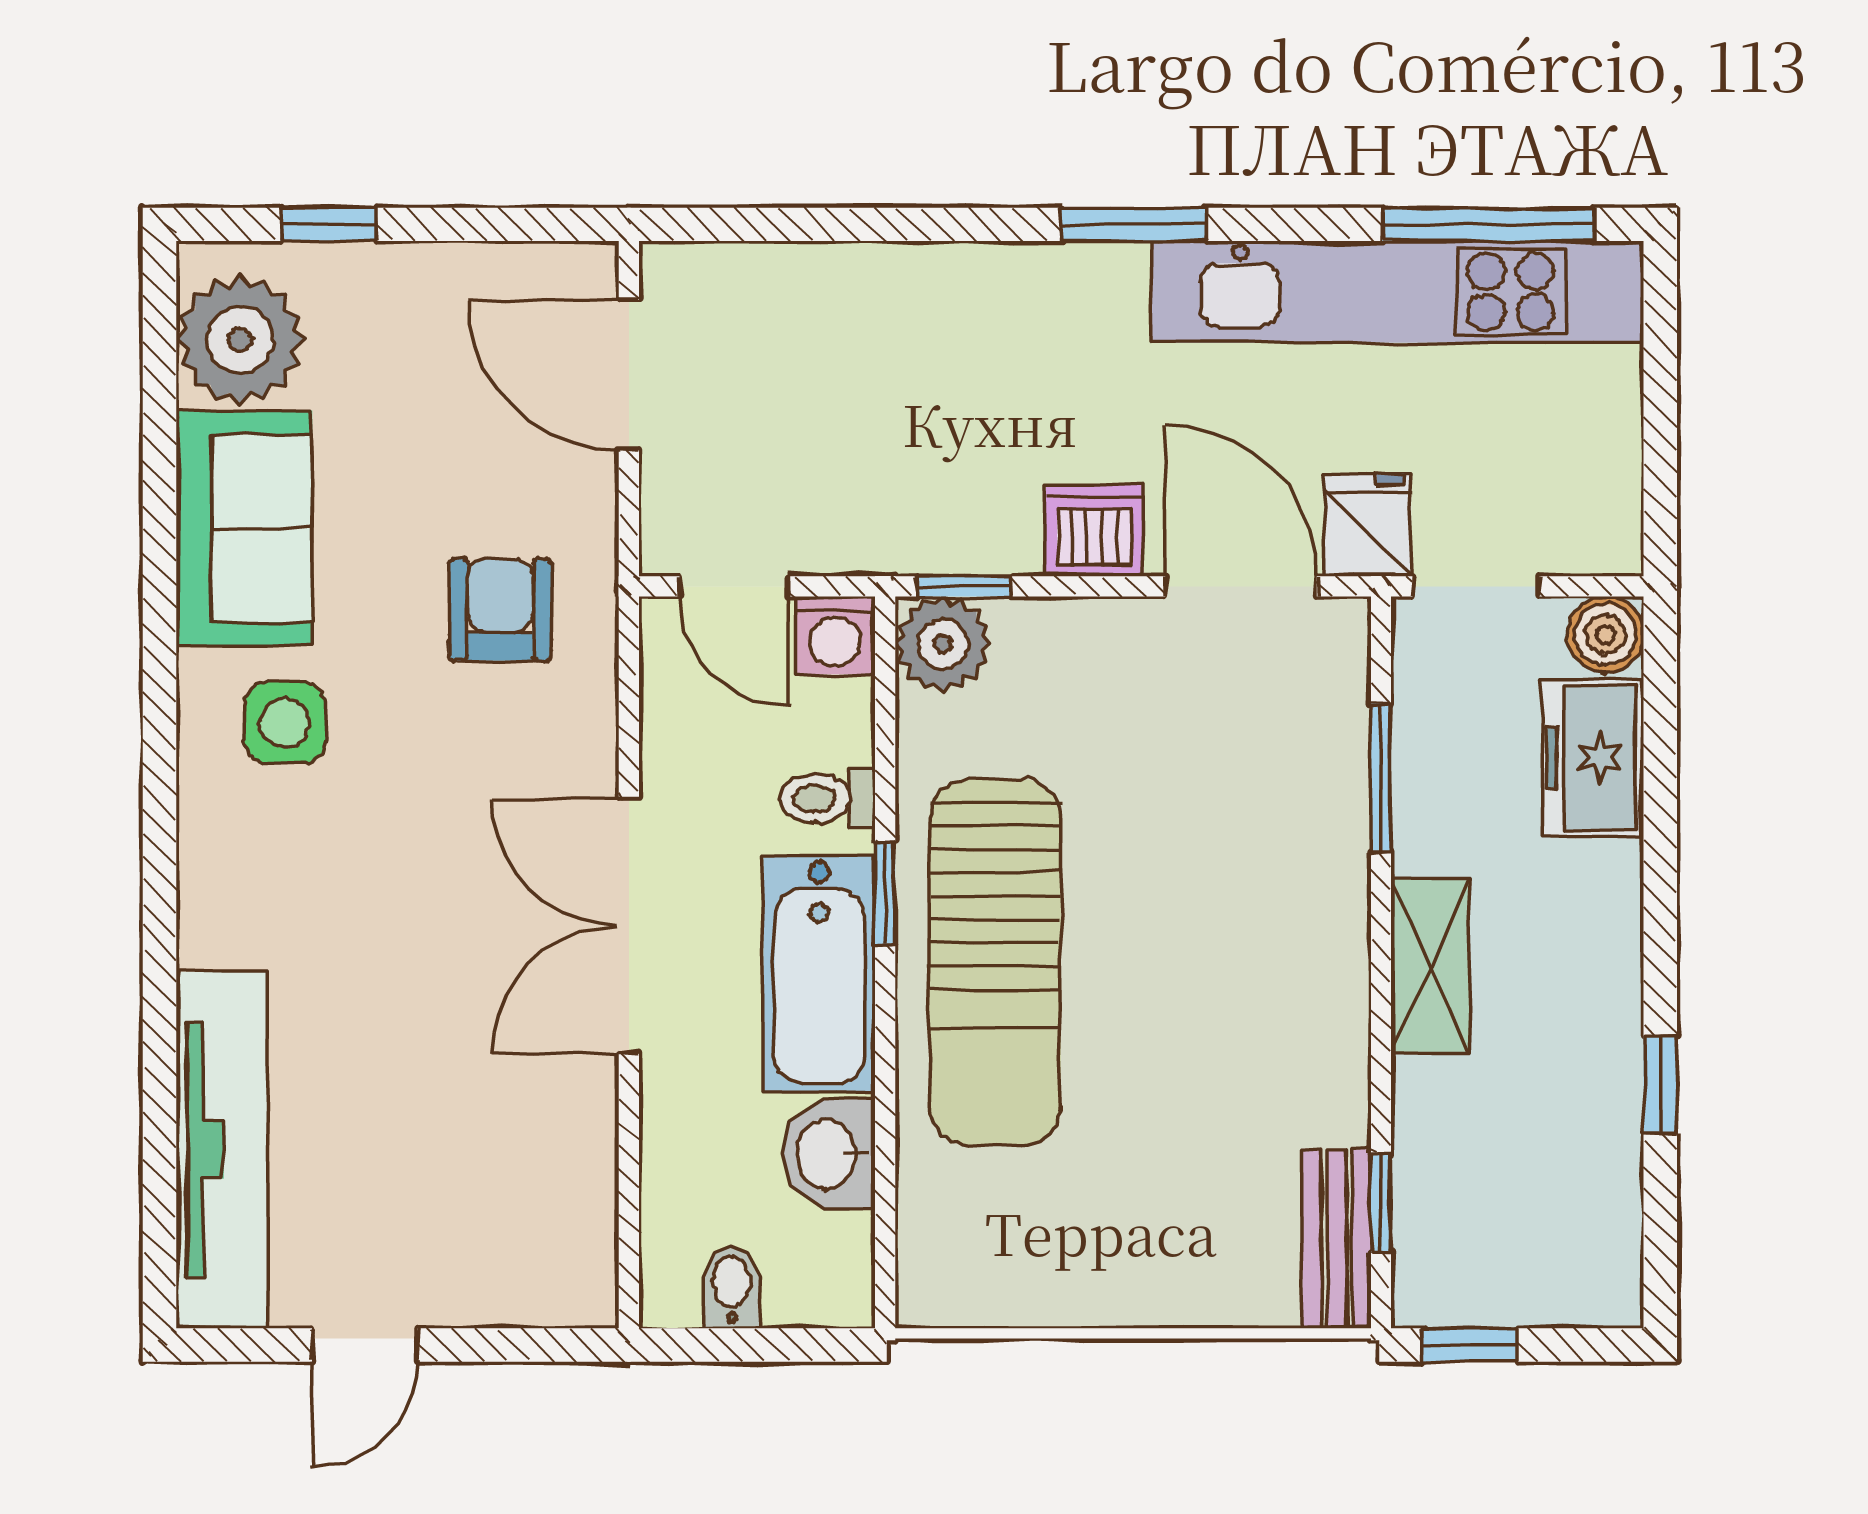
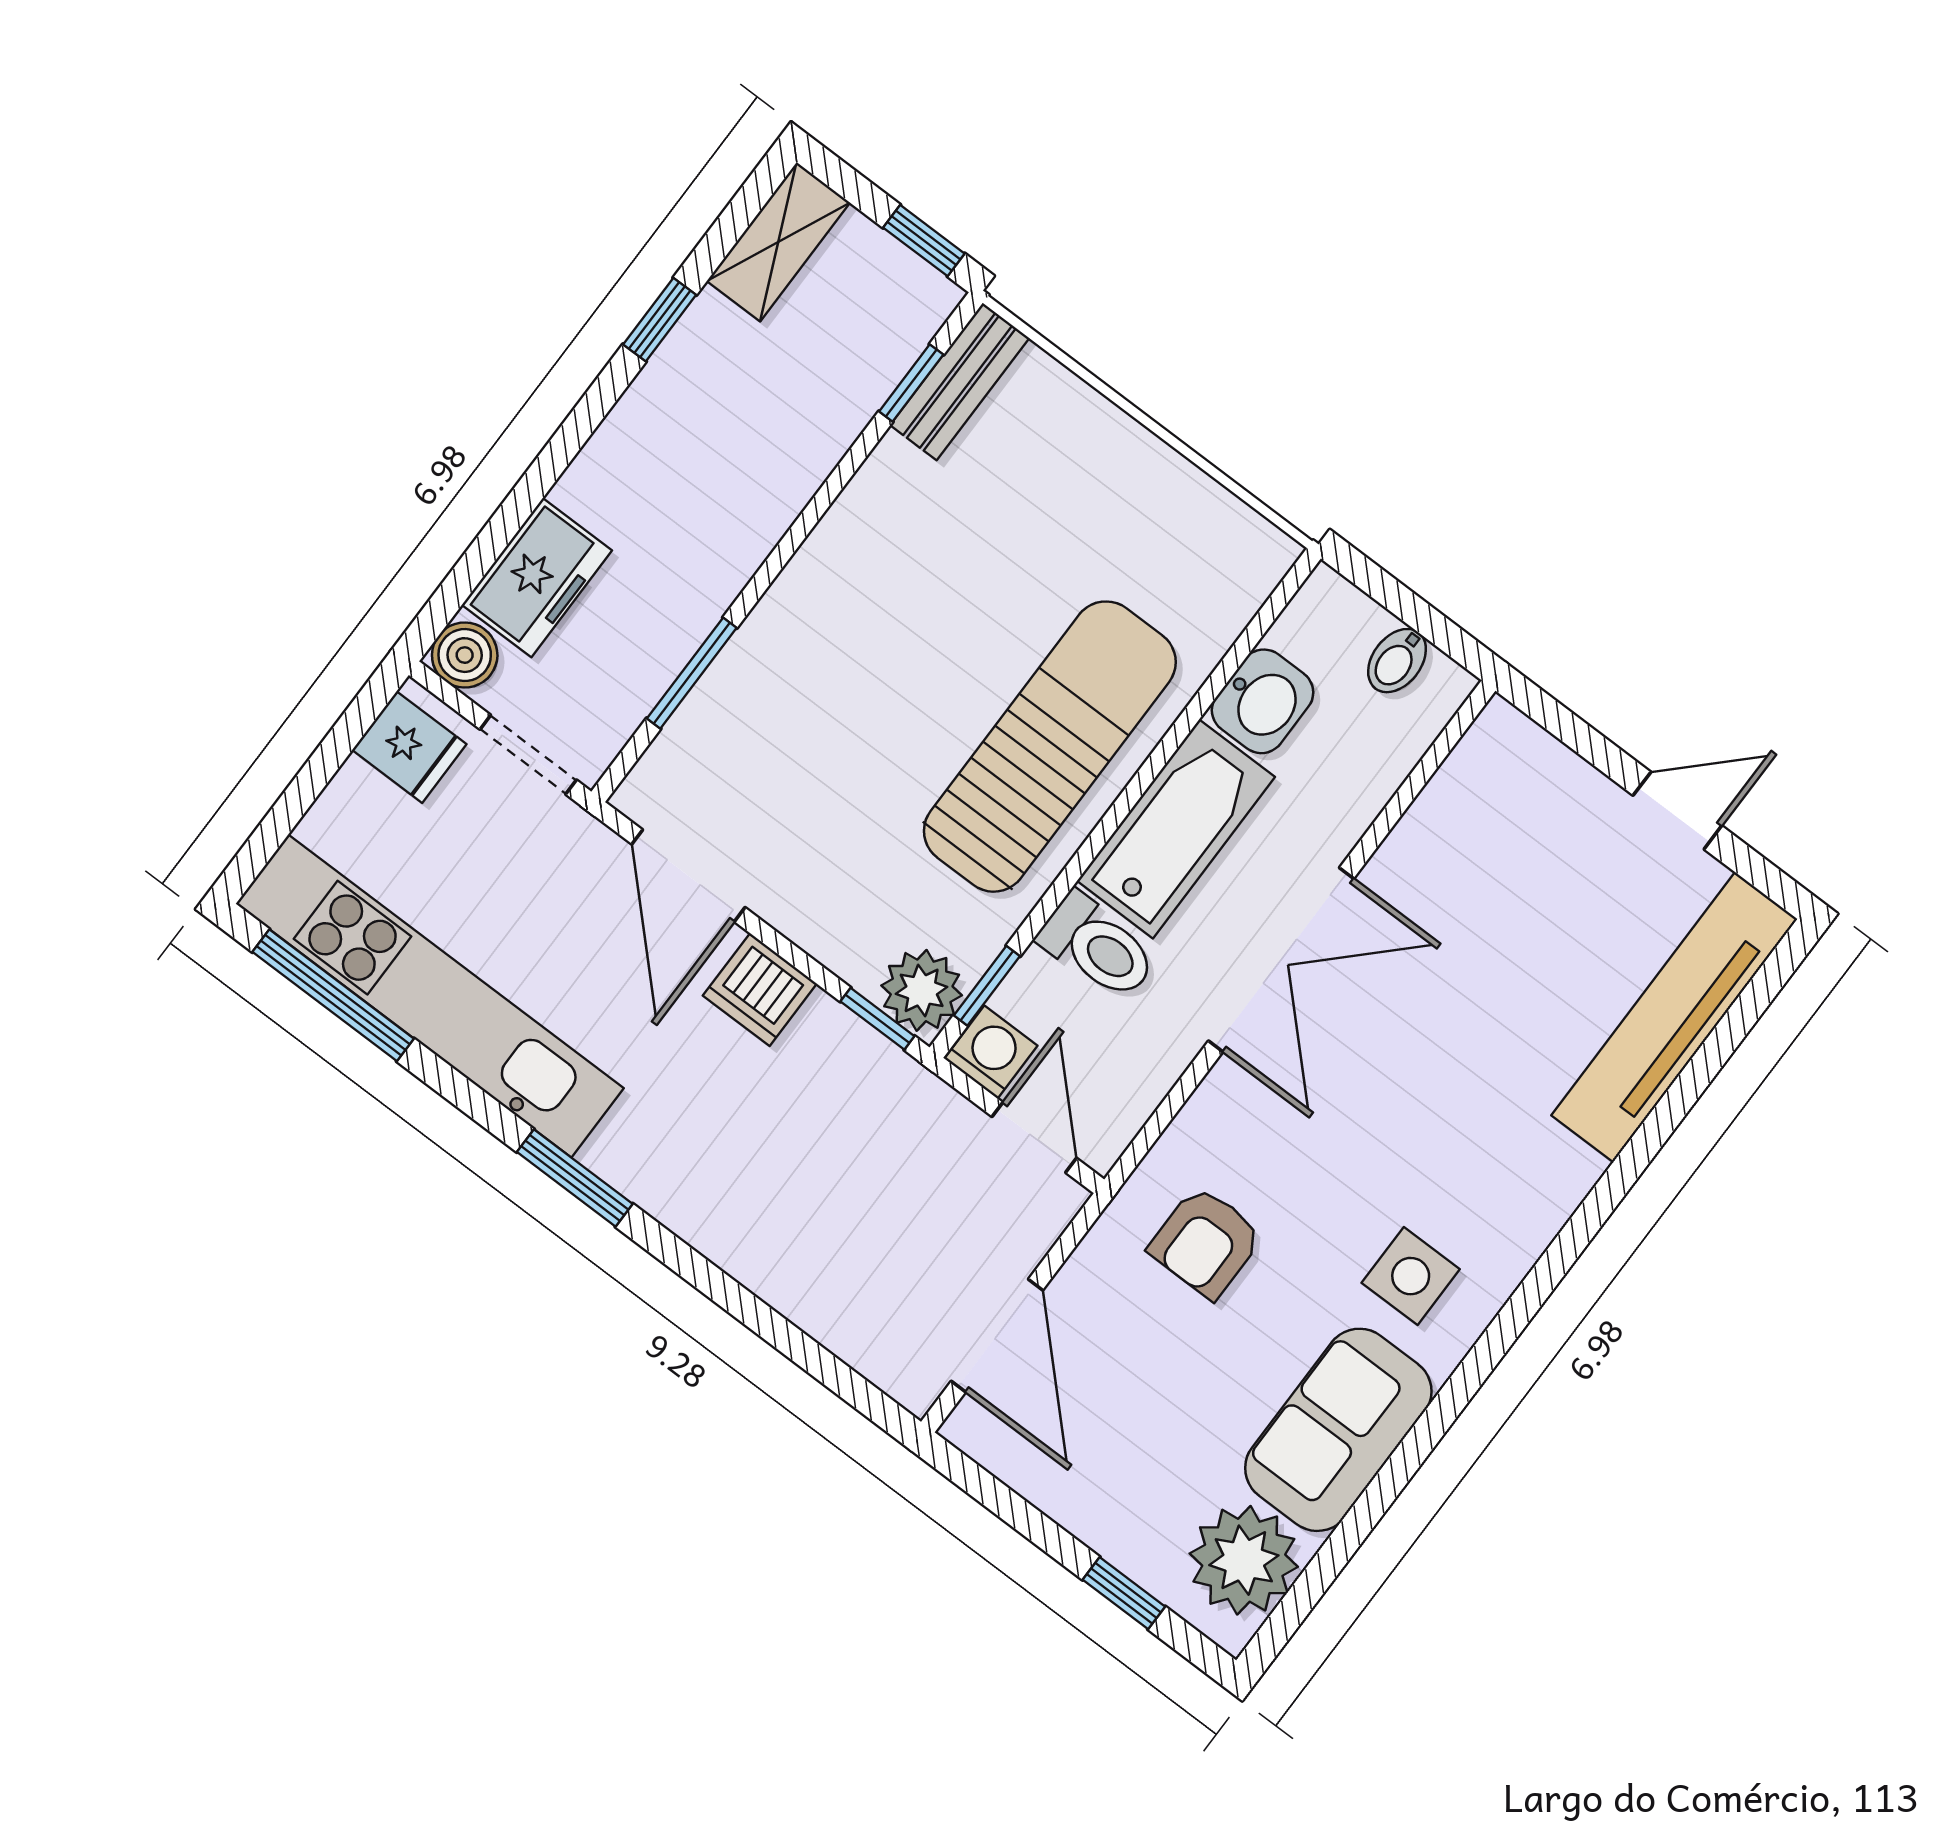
fridge: (1368, 525) -> (409, 747), moved, turned -90
toilet: (828, 798) -> (1098, 947), width x1.37, depth x1.39
window: (885, 894) -> (987, 986), moved
shelving: (1430, 966) -> (778, 242), moved

